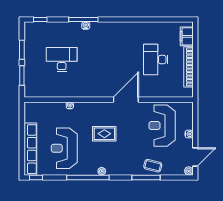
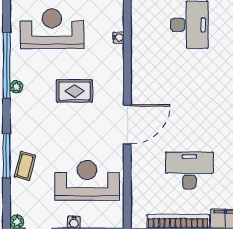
door: (126, 100) -> (127, 124), hinge flipped
rug: (104, 134) -> (74, 91), turned 90

